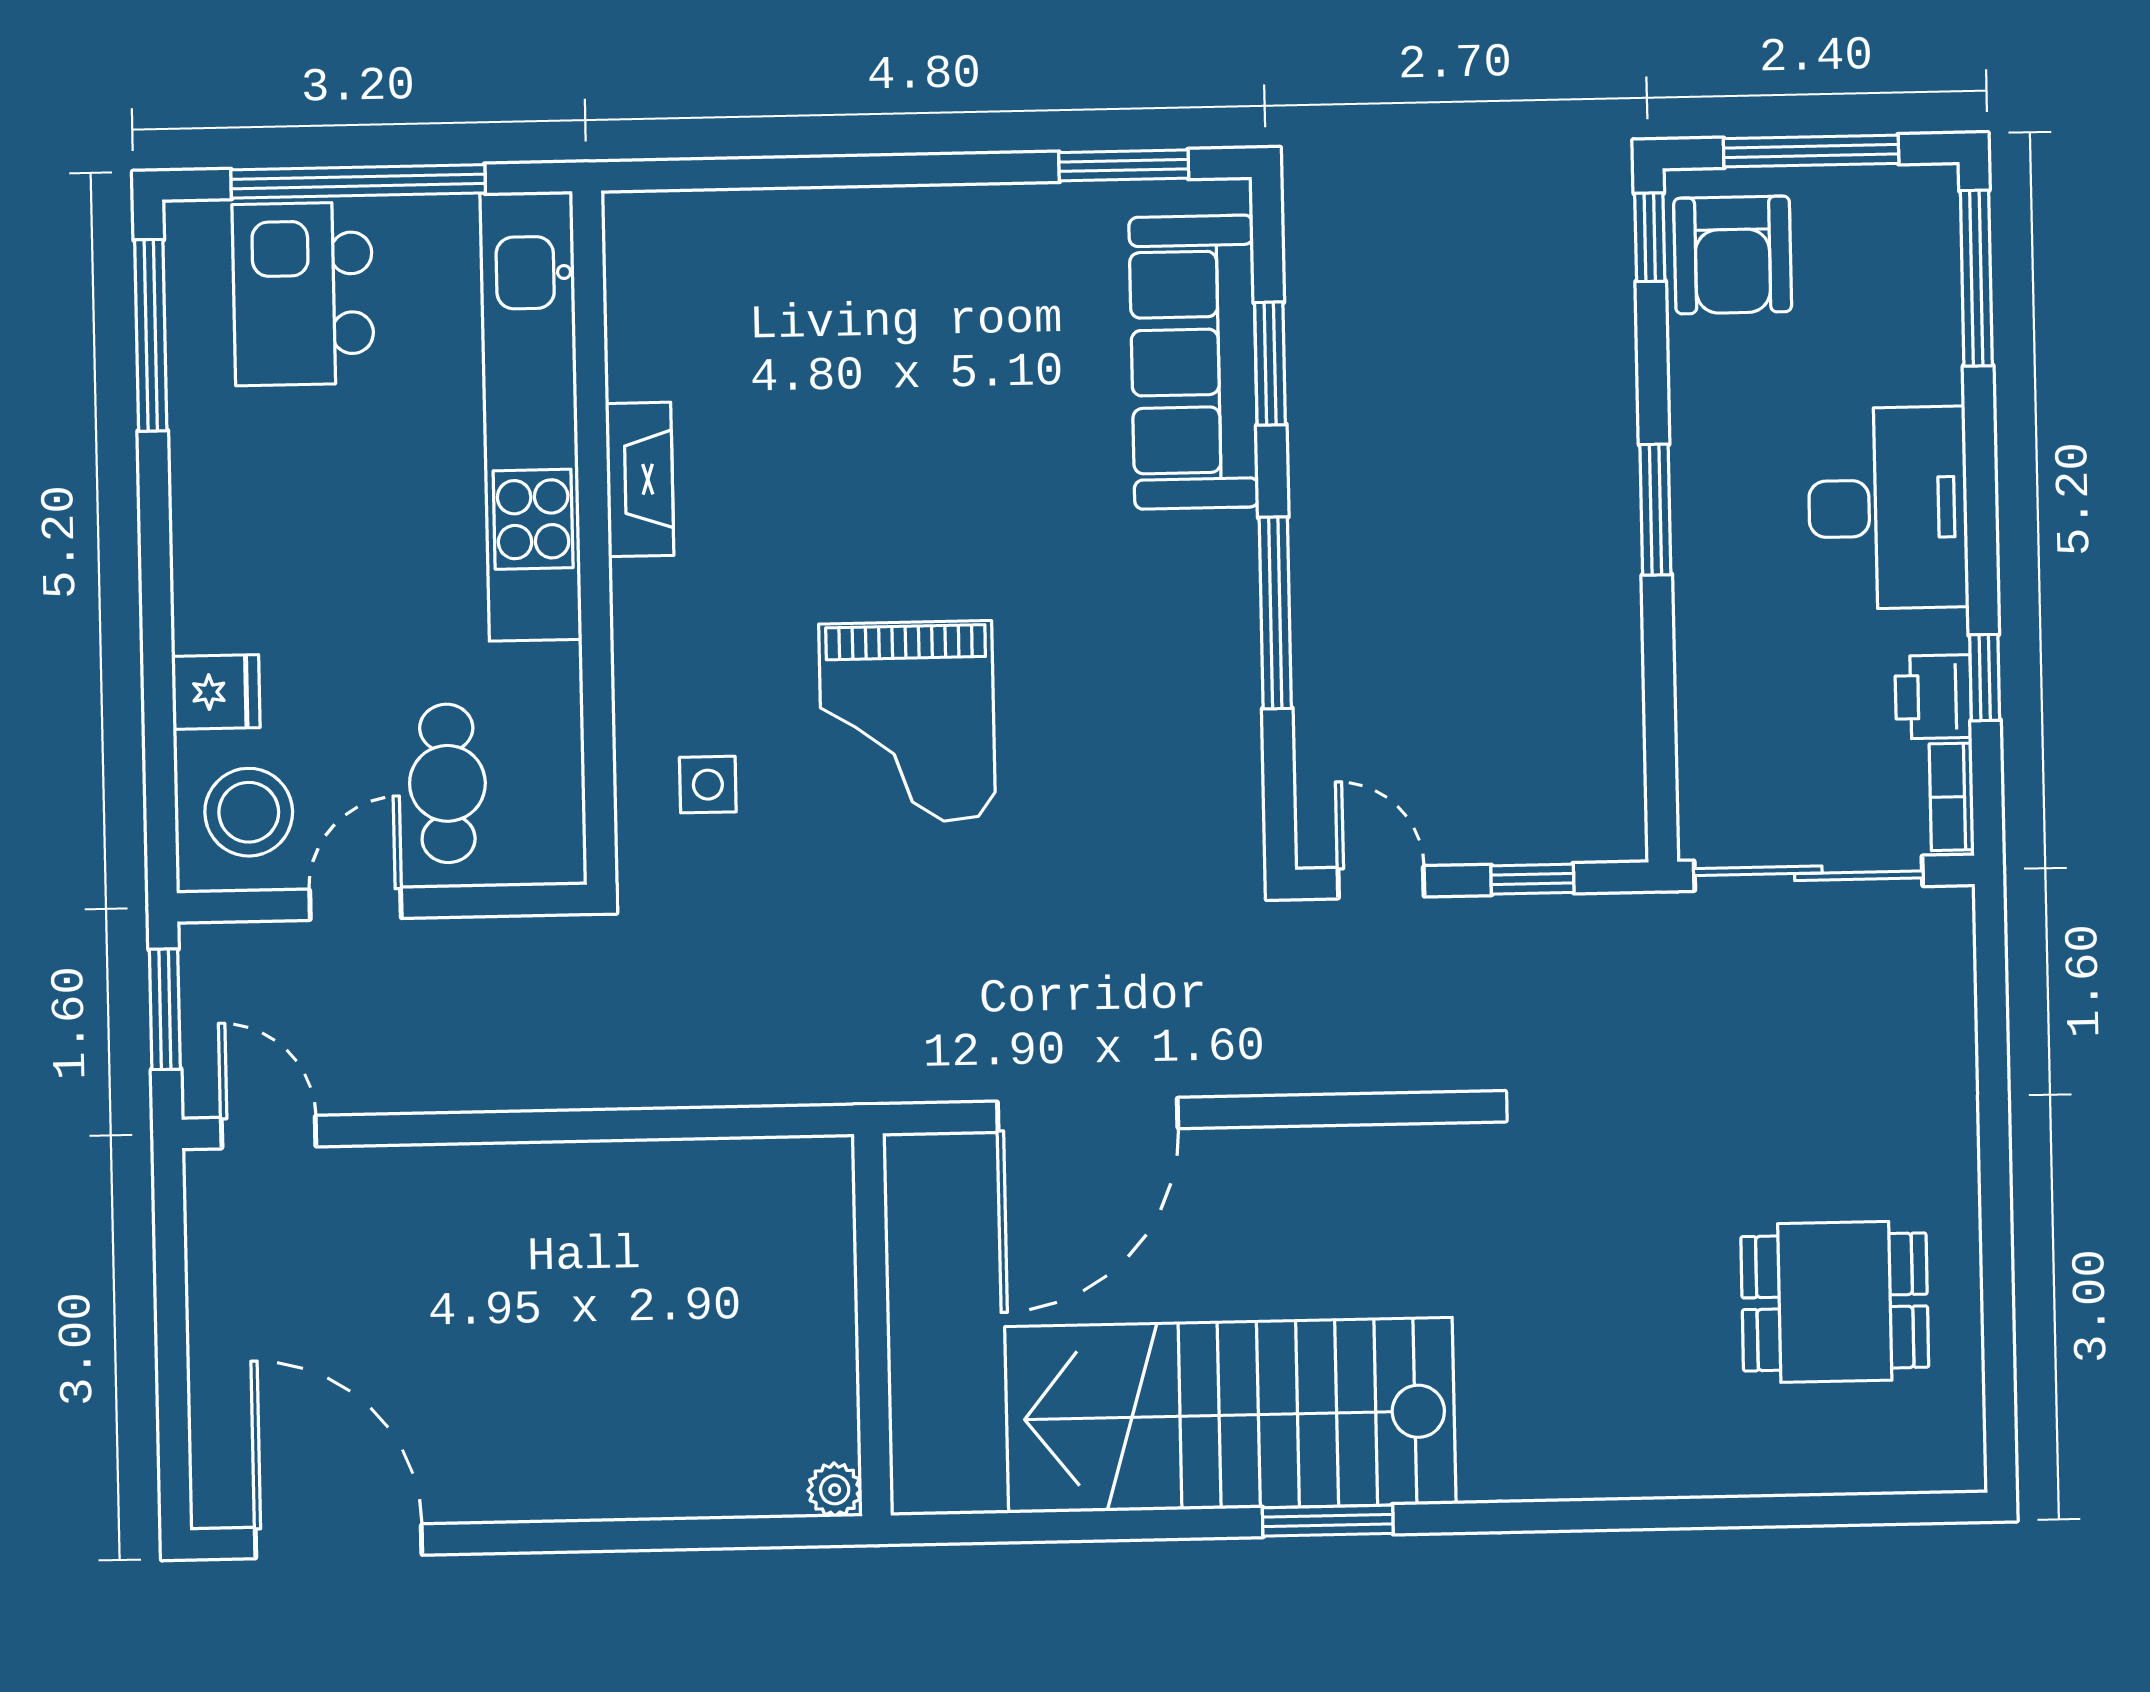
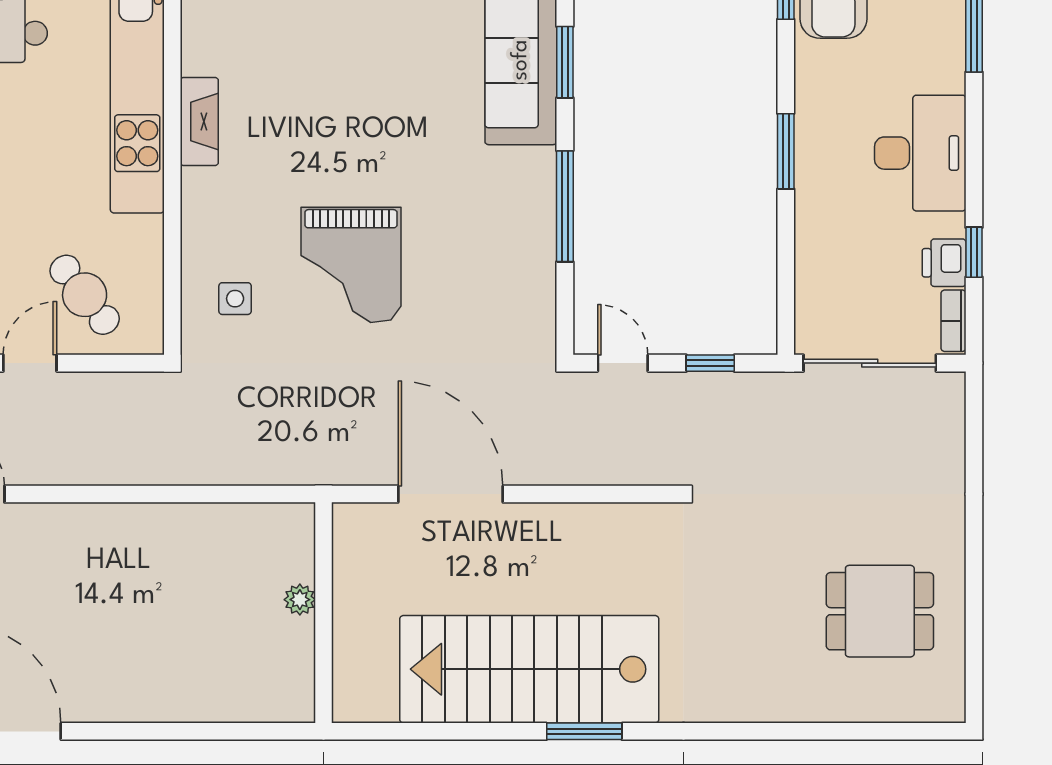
cafe table: (447, 783) -> (85, 295), turned -38
door: (1088, 1115) -> (450, 494), swing flipped
plant: (835, 1490) -> (300, 600), moved

